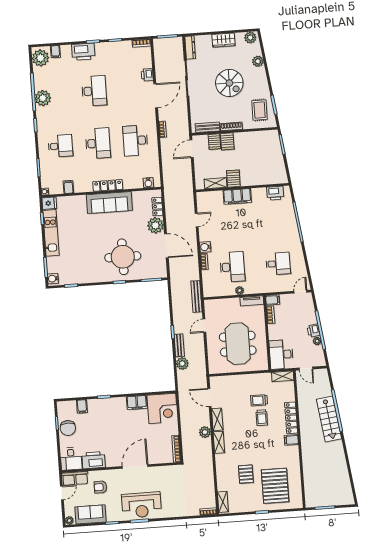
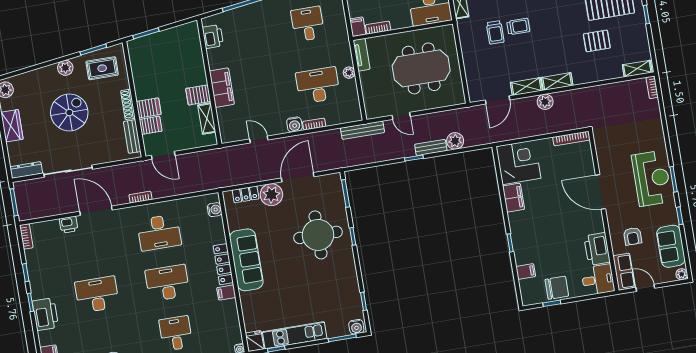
plant: (258, 61) -> (65, 68), moved
filing cabinet: (68, 187) -> (226, 293), moved

